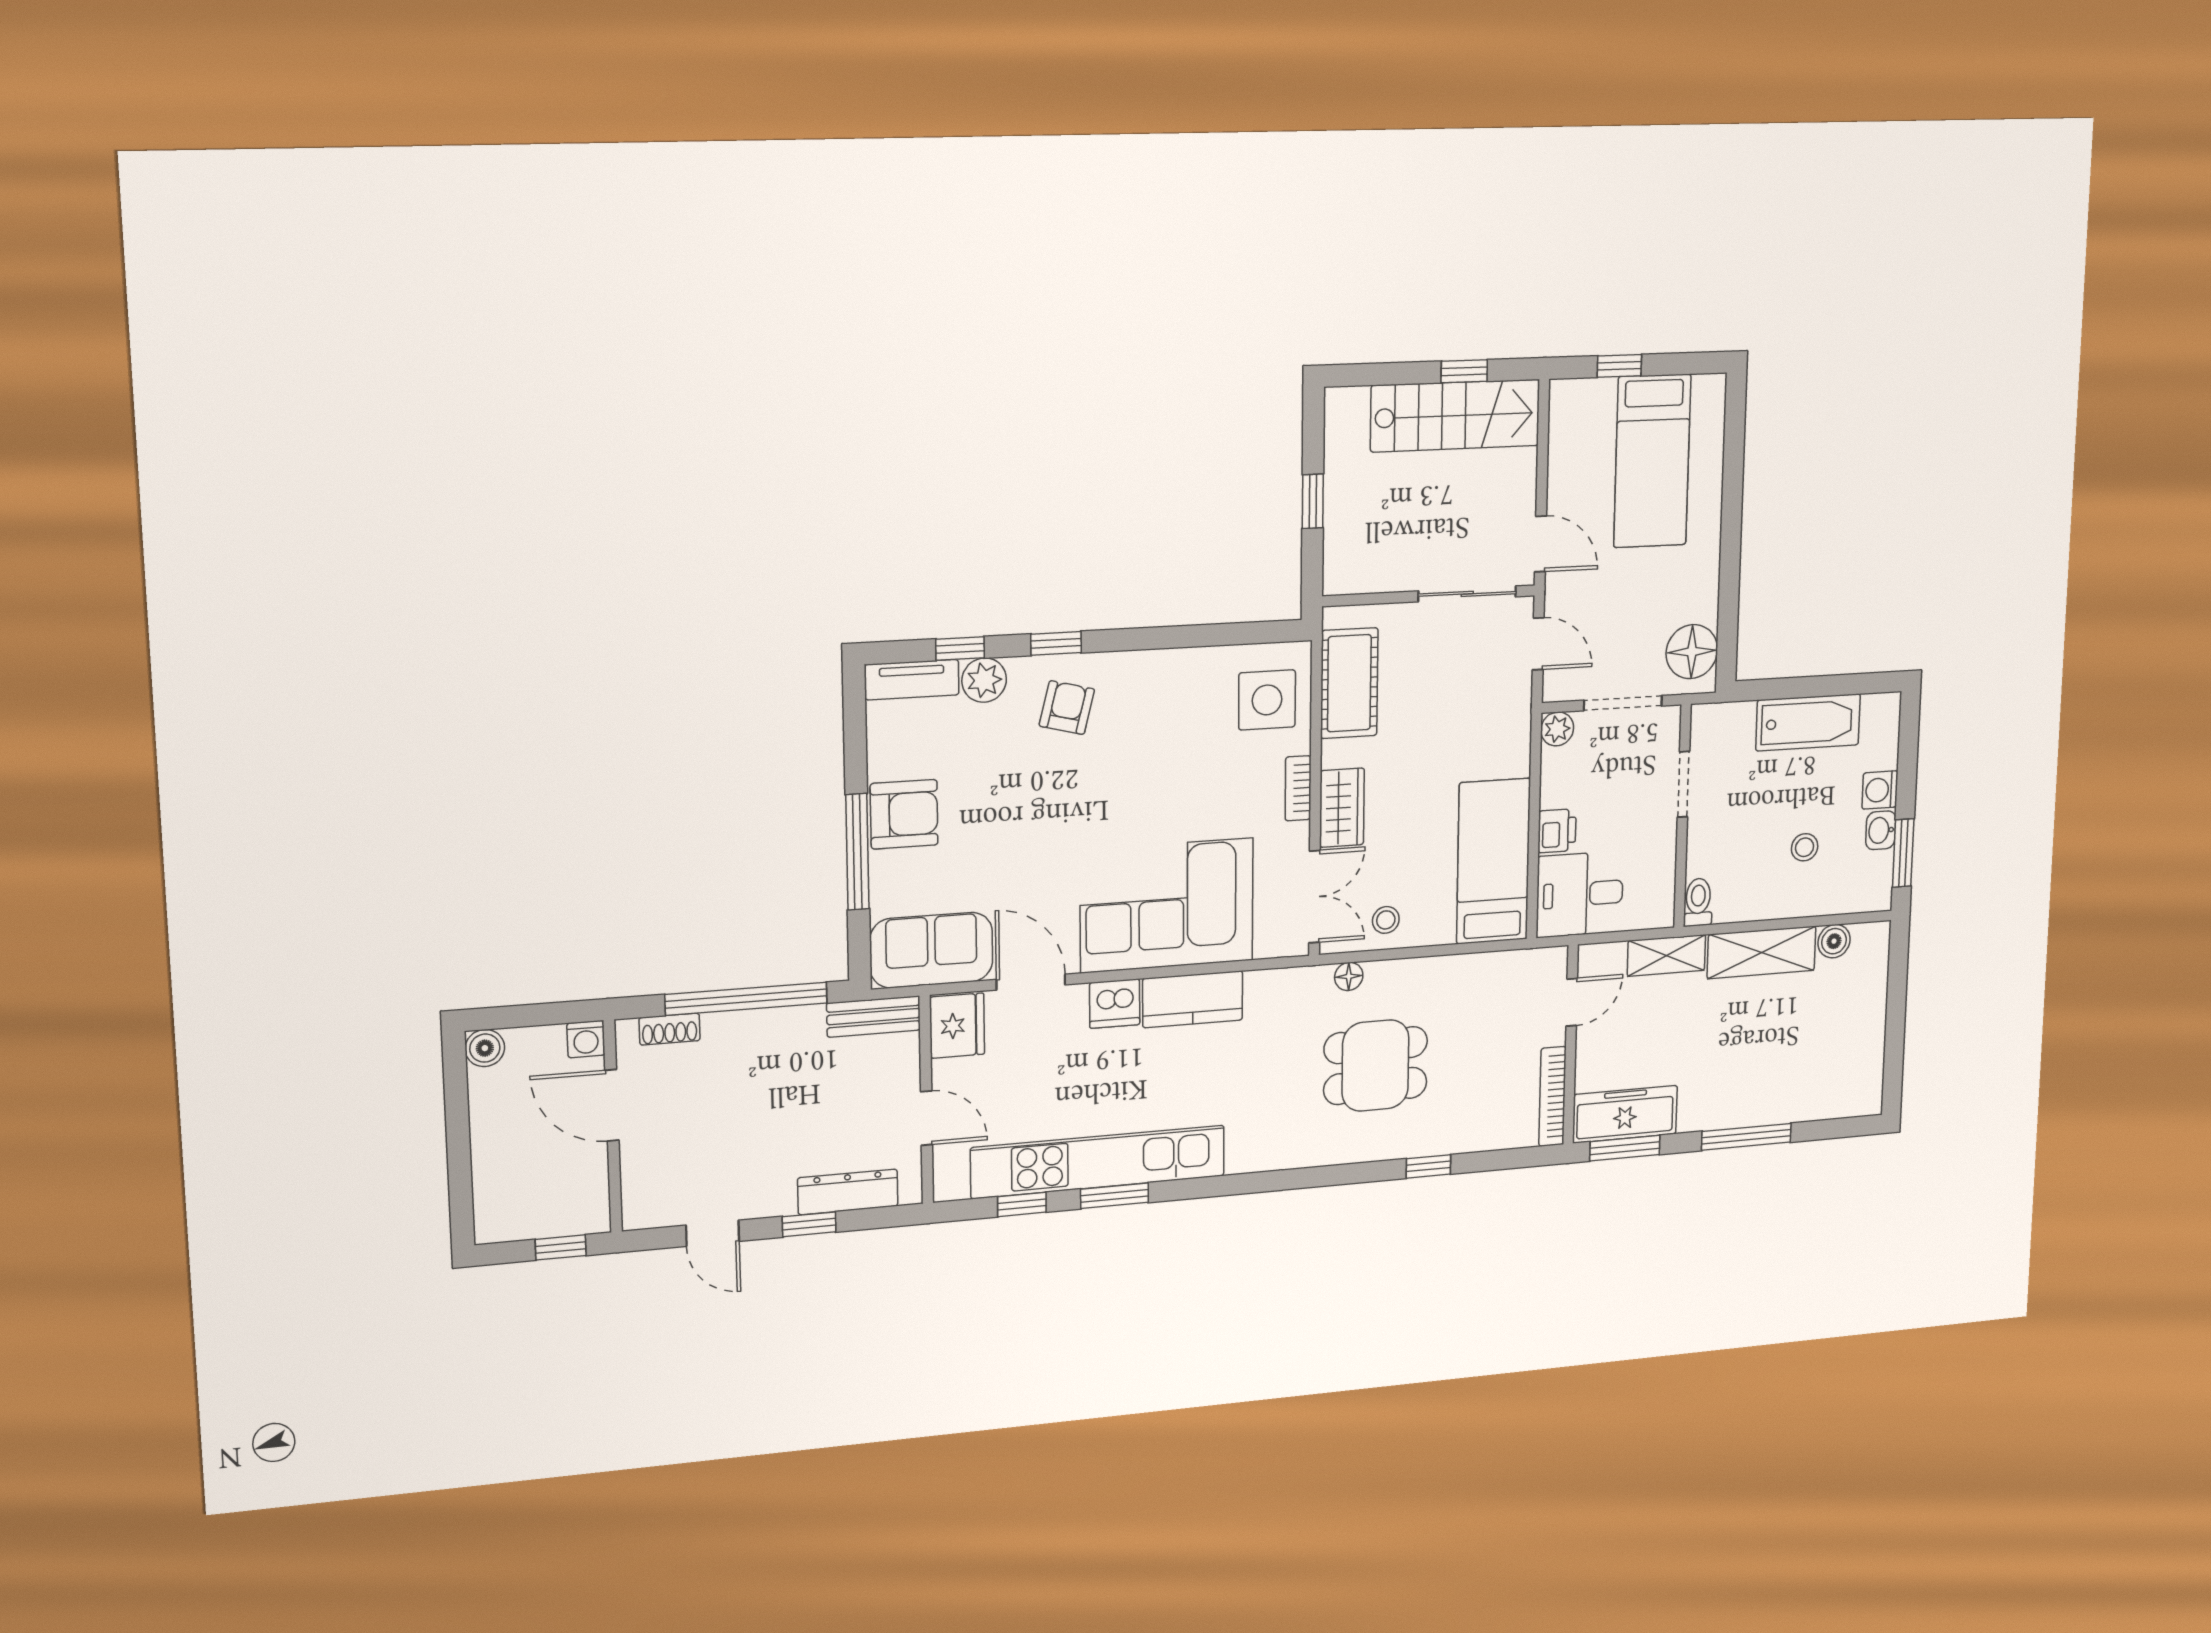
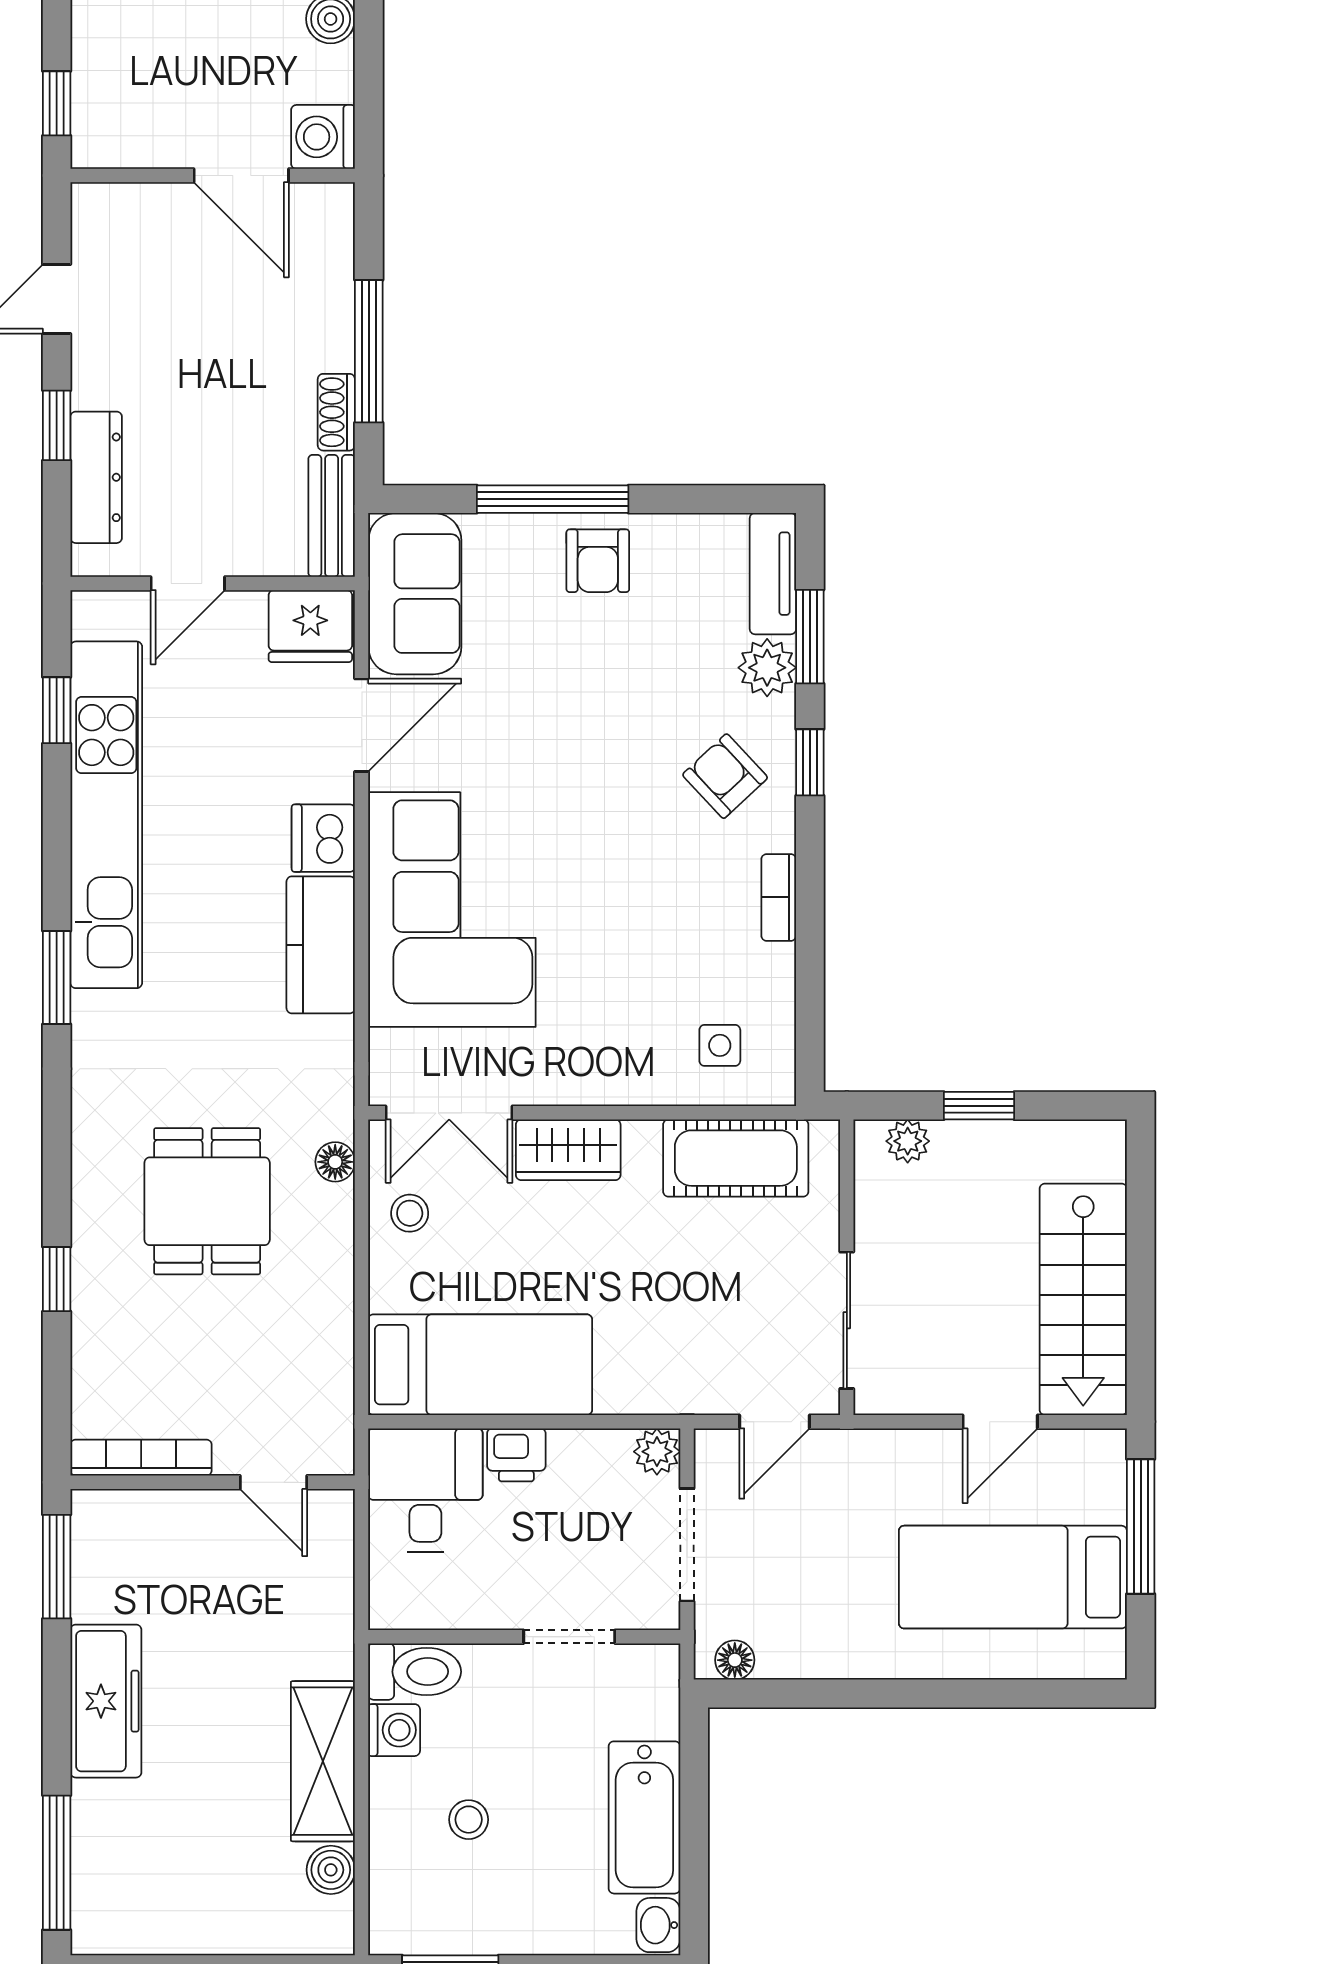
window: (1619, 366) -> (1141, 1526), width x2.17
window: (1464, 371) -> (1141, 1310), removed
door: (1540, 544) -> (1000, 1422), moved
plant: (1338, 554) -> (908, 1141), added
window: (960, 649) -> (810, 637), width x1.50
floor lamp: (1692, 652) -> (735, 1660), width x0.53, depth x0.53
side table: (1267, 700) -> (720, 1045), width x0.54, depth x0.54
armchair: (1067, 708) -> (725, 776), turned -147
bookcase: (1298, 788) -> (779, 897), moved, turned -90
washing machine: (1880, 790) -> (394, 1730), moved, turned 90
armchair: (904, 814) -> (598, 561), width x0.72, depth x0.72
washbasin: (1881, 830) -> (658, 1925), moved, turned -90
toilet: (1698, 902) -> (415, 1672), width x1.37, depth x1.39
shelving: (1666, 955) -> (329, 1620), removed
window: (746, 999) -> (369, 351), width x0.68
shoe rack: (670, 1029) -> (336, 412), moved
washing machine: (586, 1039) -> (323, 137), width x1.38, depth x1.38
door: (612, 1105) -> (241, 175), swing flipped
freezer: (1625, 1114) -> (106, 1701), moved
window: (1746, 1137) -> (57, 1863), moved
window: (1115, 1196) -> (57, 978), moved

